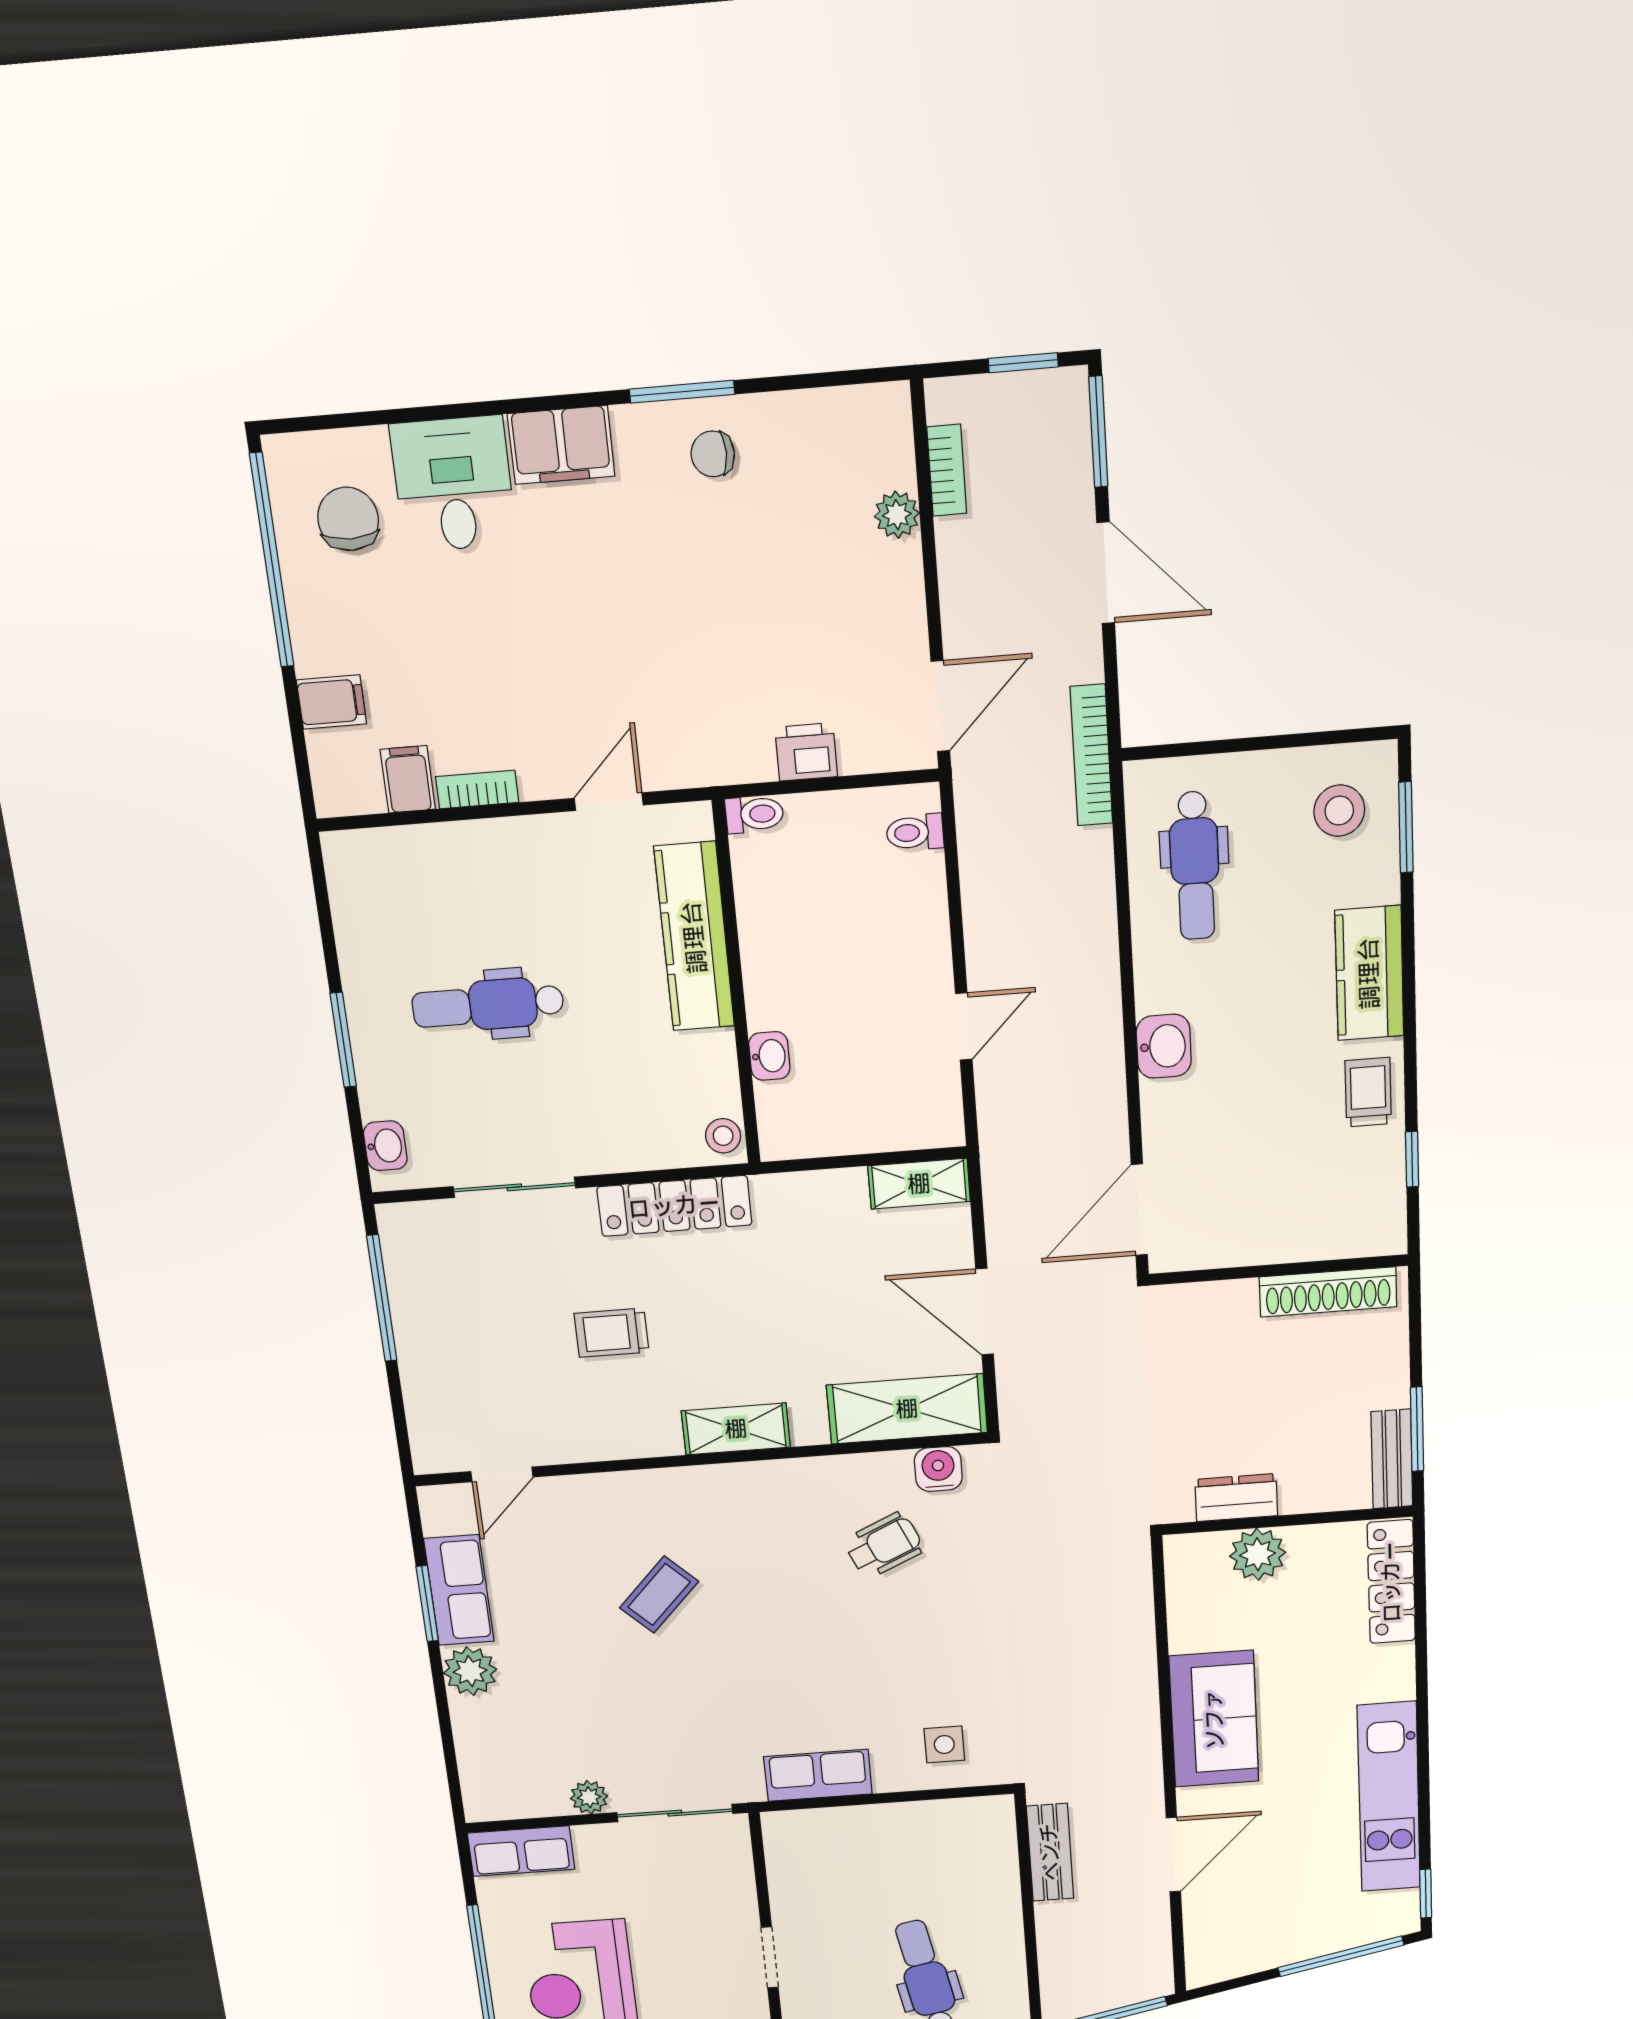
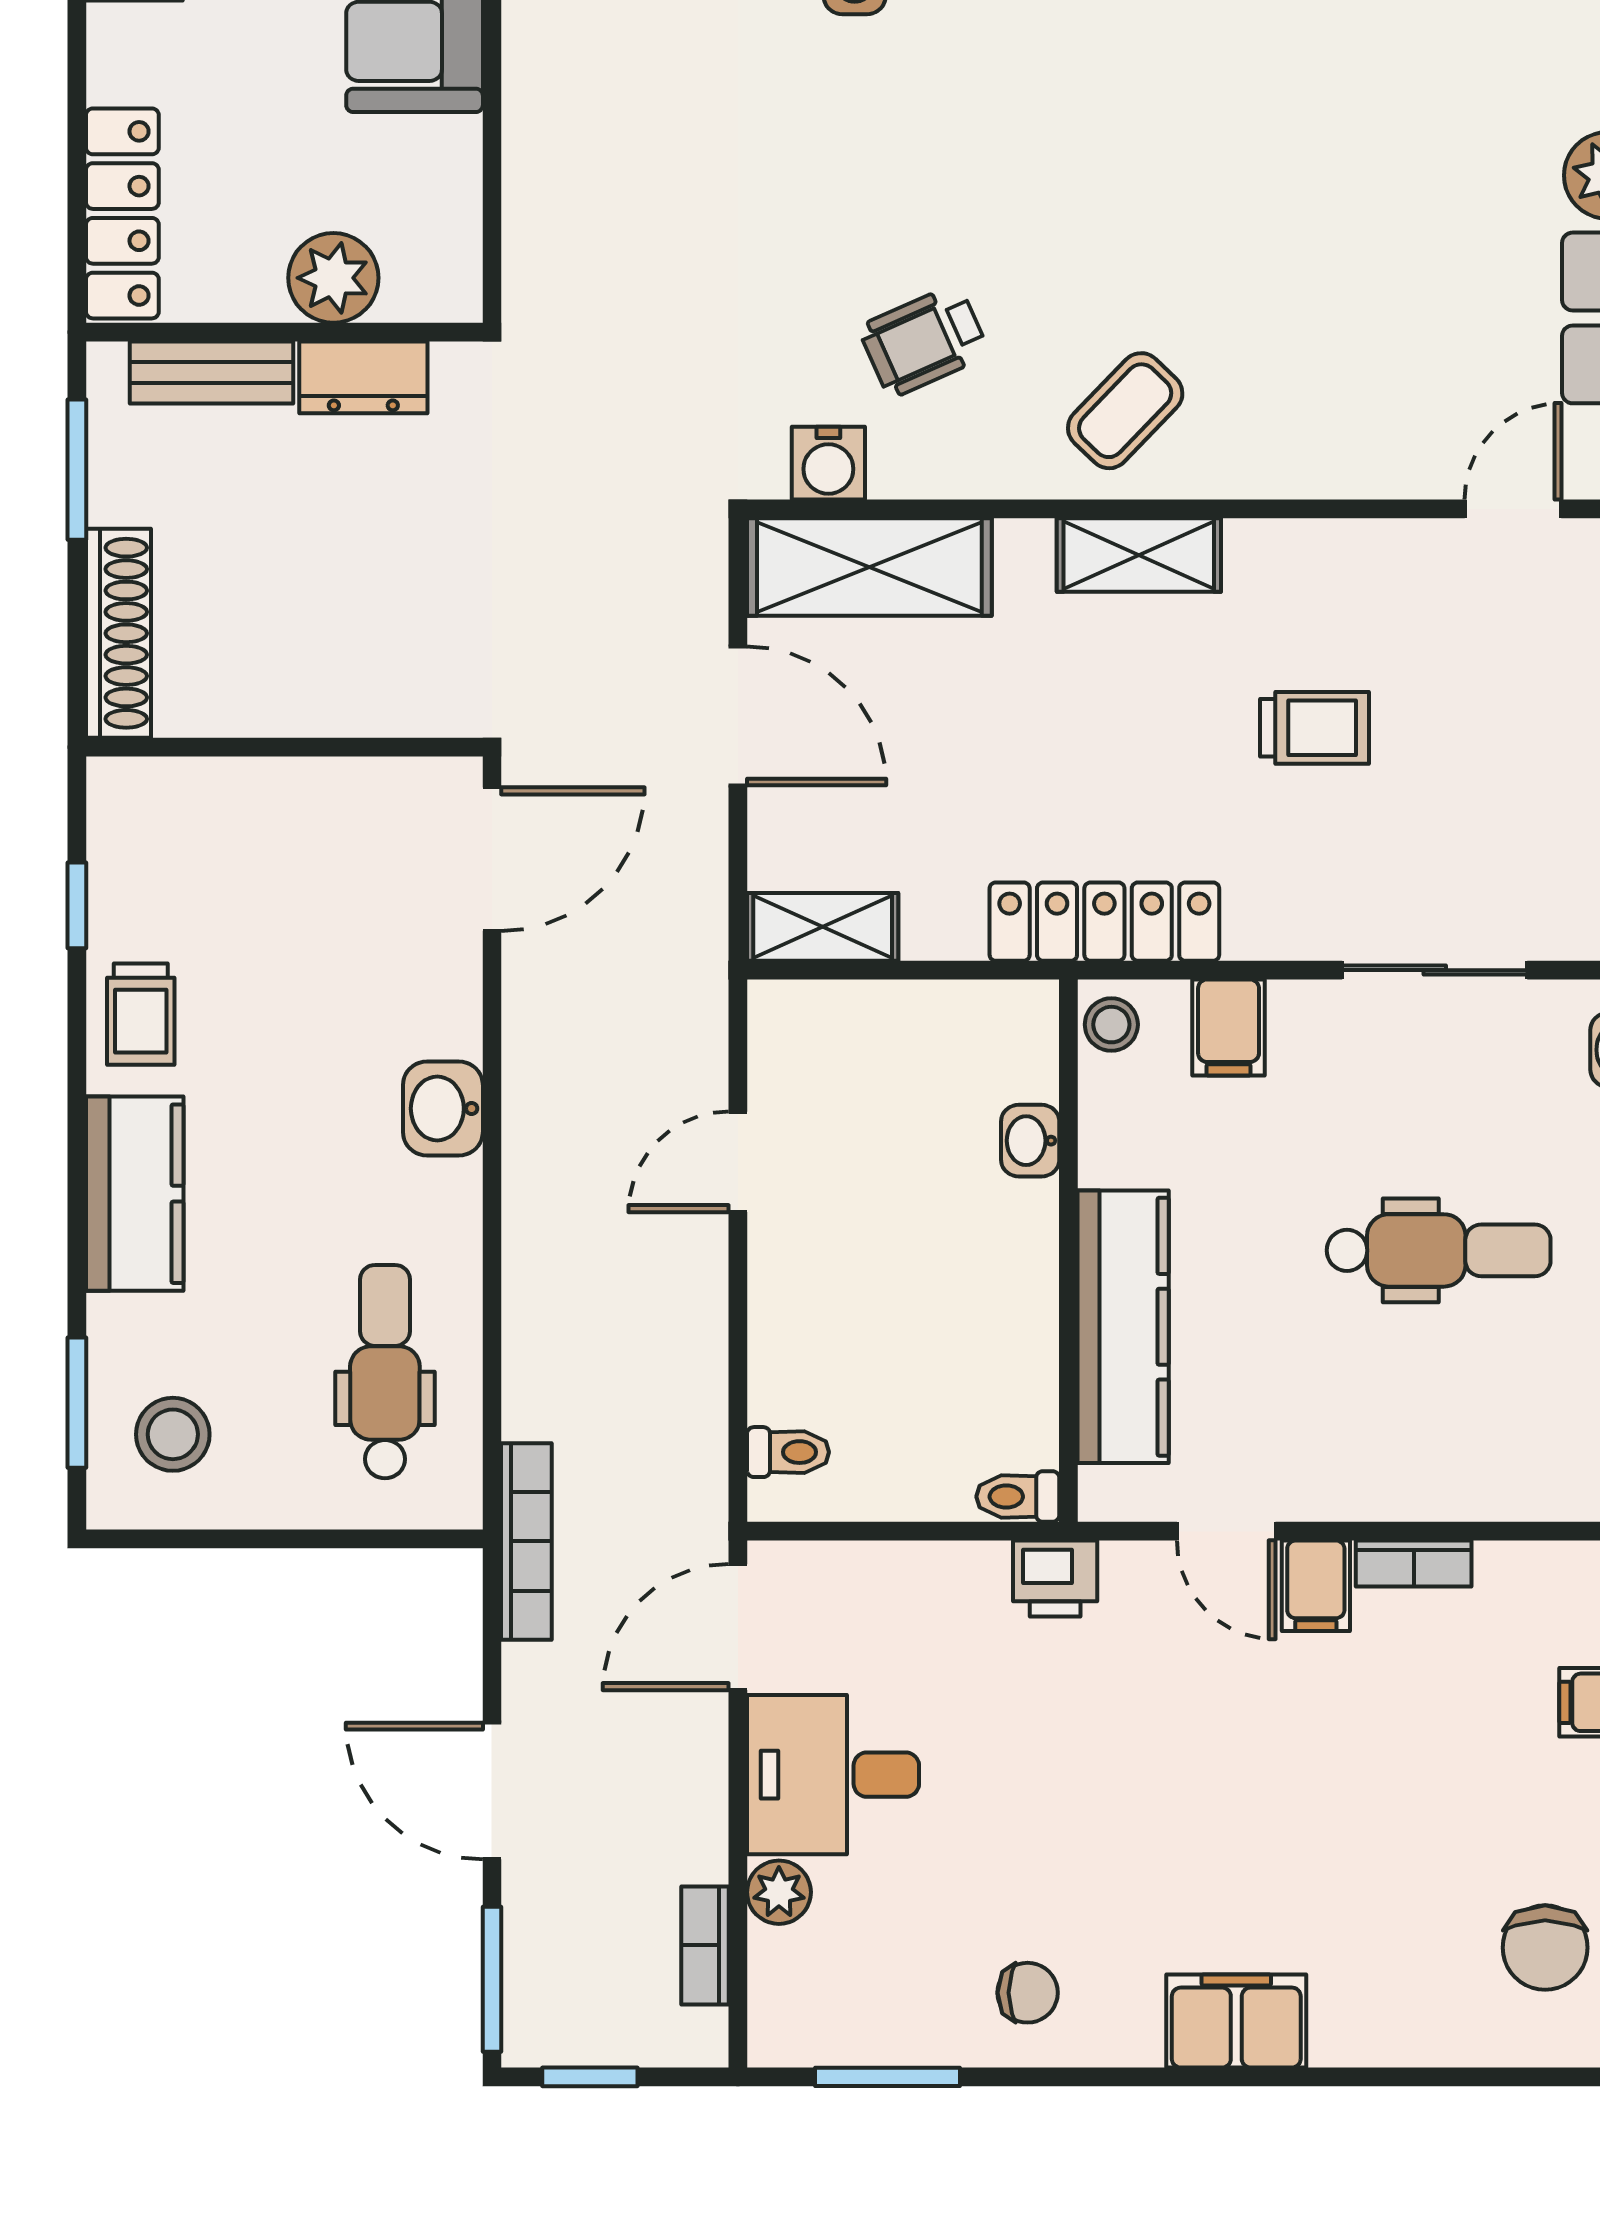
window: (682, 392) -> (888, 2077), moved
desk: (453, 484) -> (833, 1775), moved, turned 90
printer: (806, 752) -> (1055, 1579), moved
filing cabinet: (408, 779) -> (1316, 1586), moved
door: (609, 802) -> (1226, 1531), hinge flipped
filing cabinet: (645, 1140) -> (1229, 1027), added
locker: (674, 1206) -> (1104, 922), moved
shoe rack: (1328, 1292) -> (118, 633), moved, turned 90
bench: (1392, 1459) -> (212, 372), moved, turned 90
coffee table: (659, 1595) -> (1125, 411), moved

